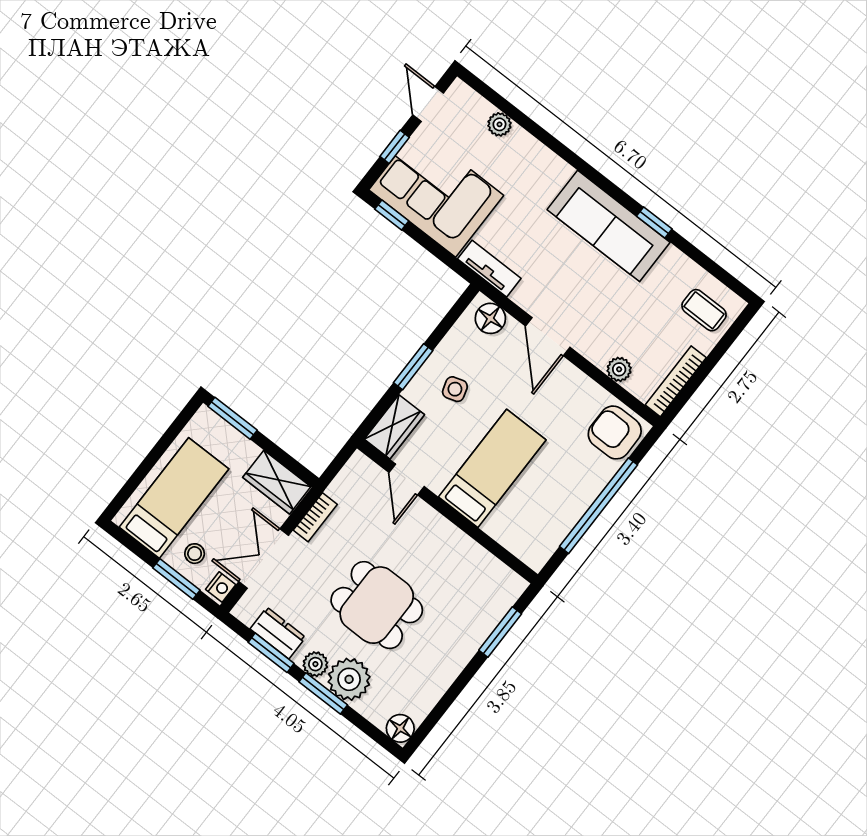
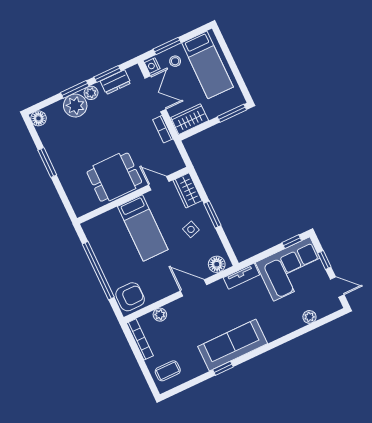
dining table: (377, 605) -> (114, 177), moved
window: (500, 632) -> (47, 162), moved

